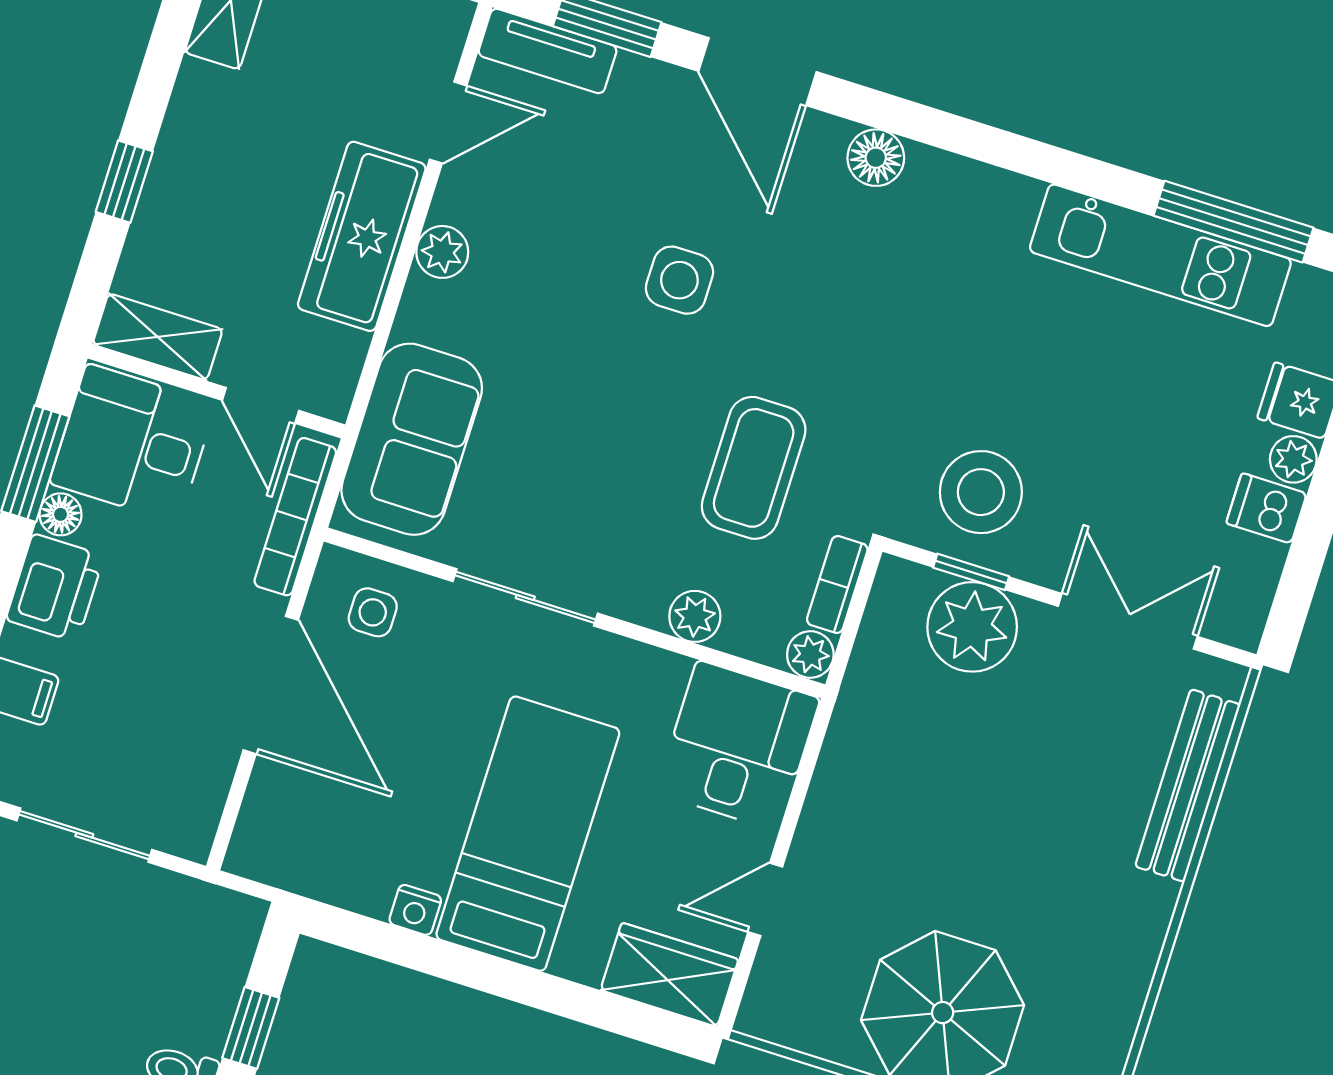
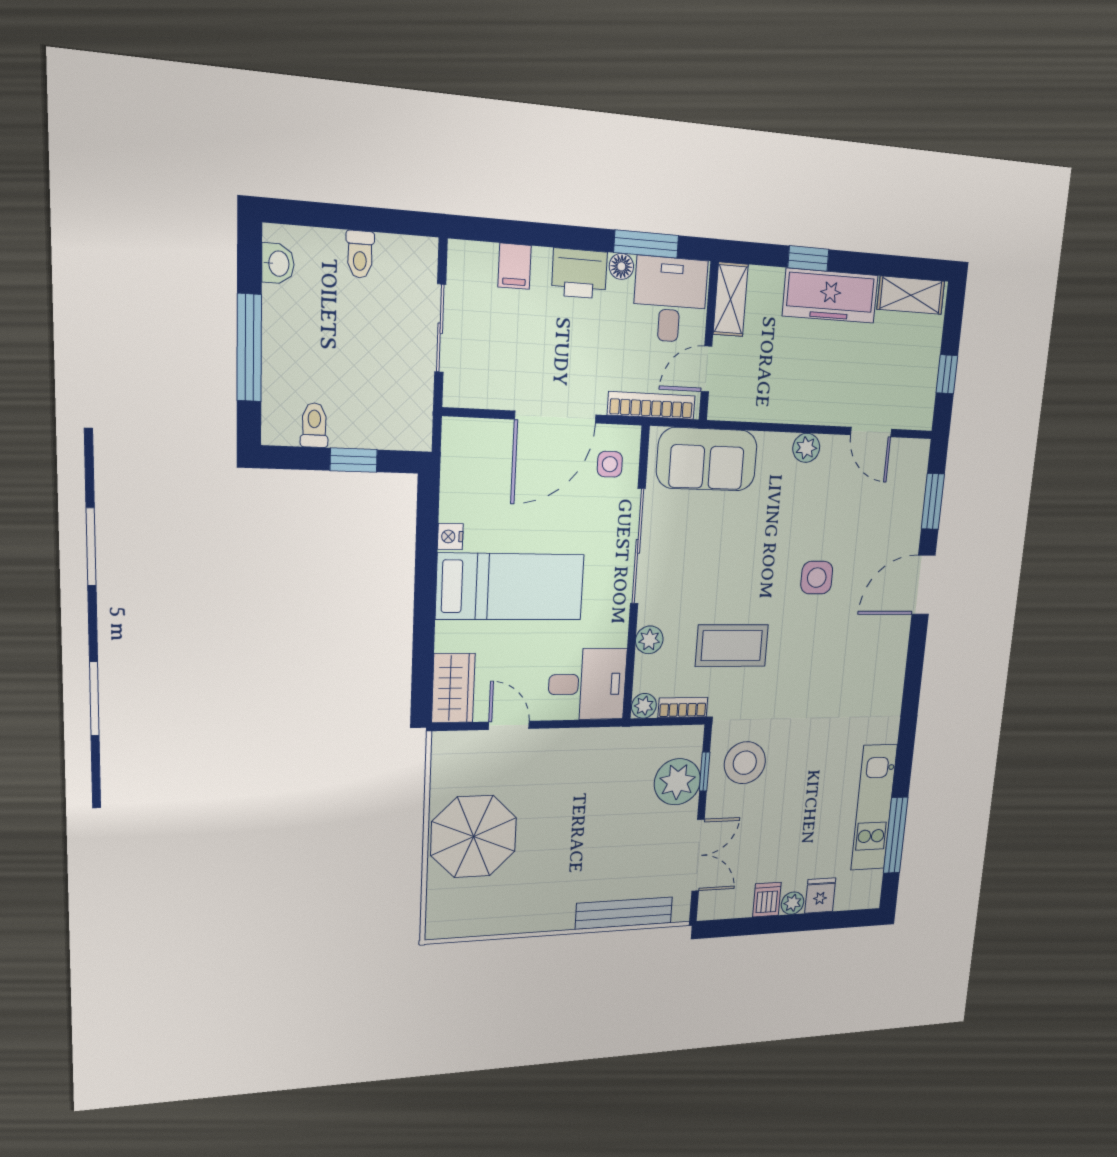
tv unit: (548, 51) -> (915, 474), removed
floor lamp: (876, 158) -> (894, 657), removed
freezer: (362, 236) -> (830, 296), moved, turned 180
sliding door: (525, 597) -> (638, 546), width x1.37

